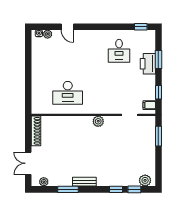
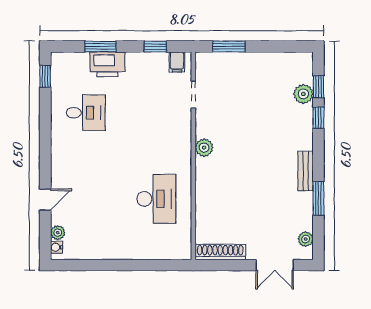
plant: (145, 180) -> (303, 94), moved

